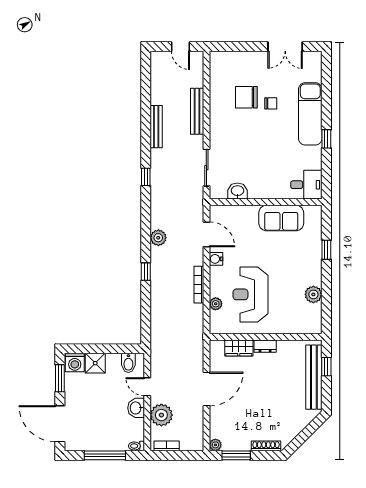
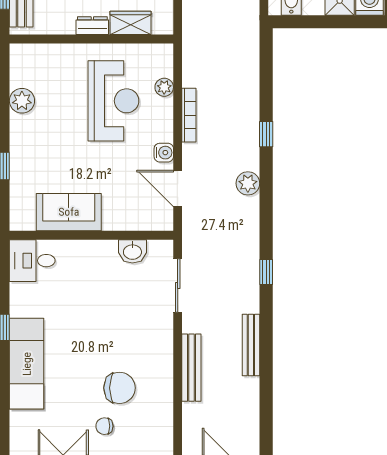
chair: (271, 103) -> (104, 426), moved

